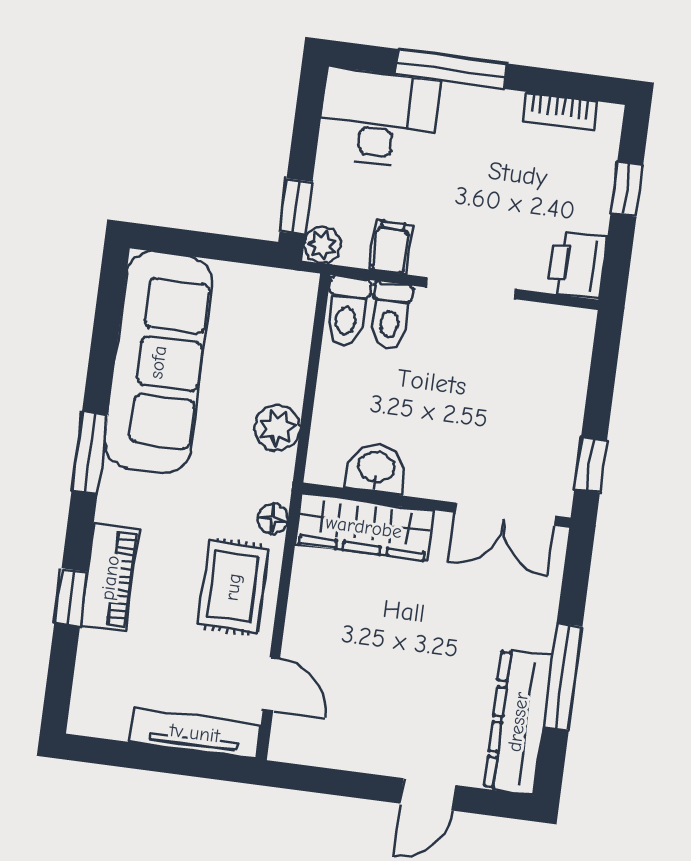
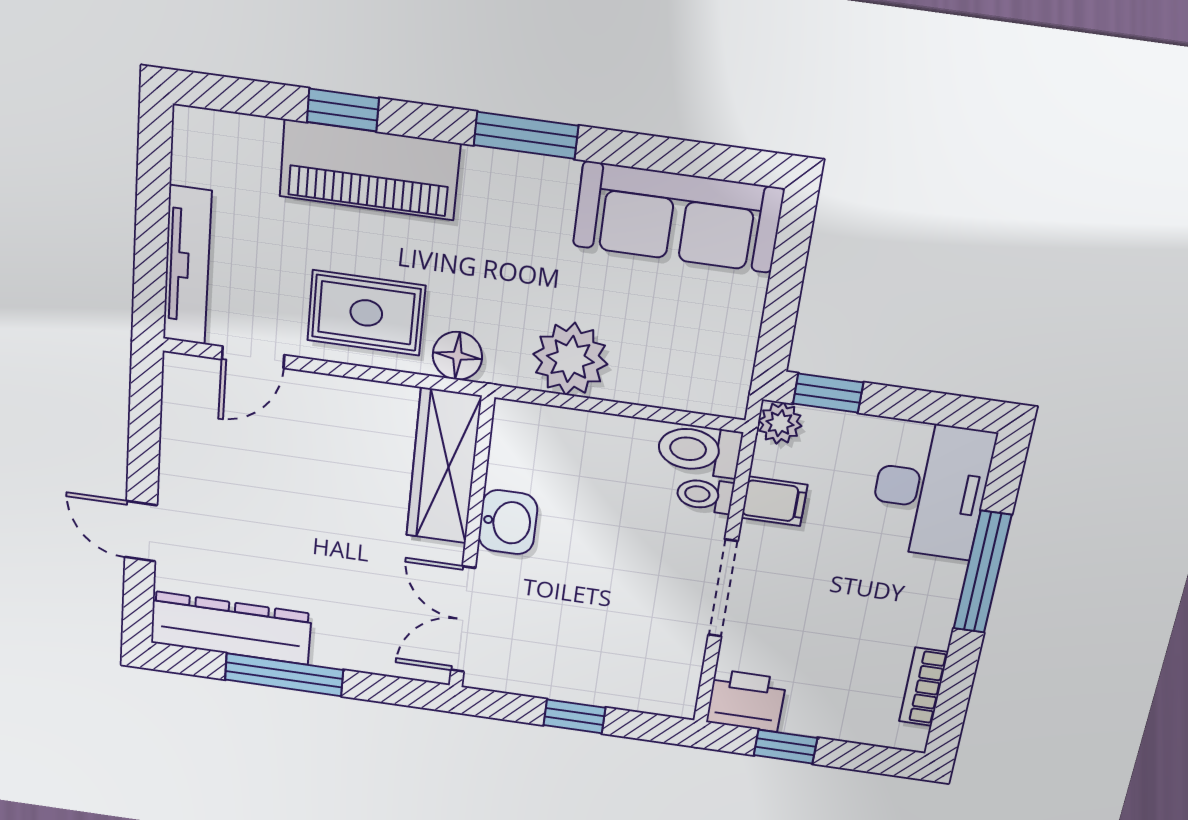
window: (627, 189) -> (786, 747), moved
toilet: (390, 315) -> (705, 495), width x0.73, depth x0.72
sofa: (158, 362) -> (678, 217), width x0.74, depth x0.79
plant: (277, 428) -> (570, 359), width x1.36, depth x1.36
window: (591, 465) -> (574, 716), moved
washbasin: (376, 468) -> (508, 522), moved
floor lamp: (273, 519) -> (457, 356), width x1.37, depth x1.37
piano: (110, 578) -> (370, 170), width x1.37, depth x1.33

